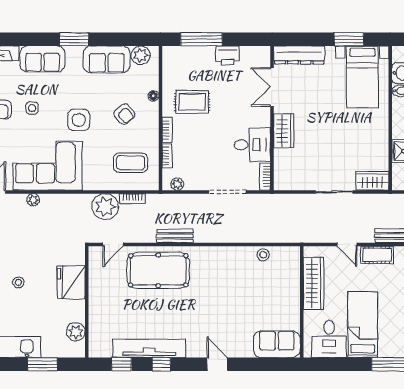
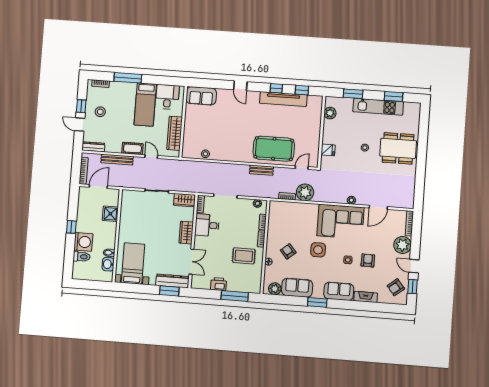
window: (349, 39) -> (169, 291), moved
coffee table: (131, 163) -> (287, 220), removed
wardrobe: (372, 181) -> (185, 200), moved
fridge: (71, 282) -> (328, 150), width x0.53, depth x0.75

